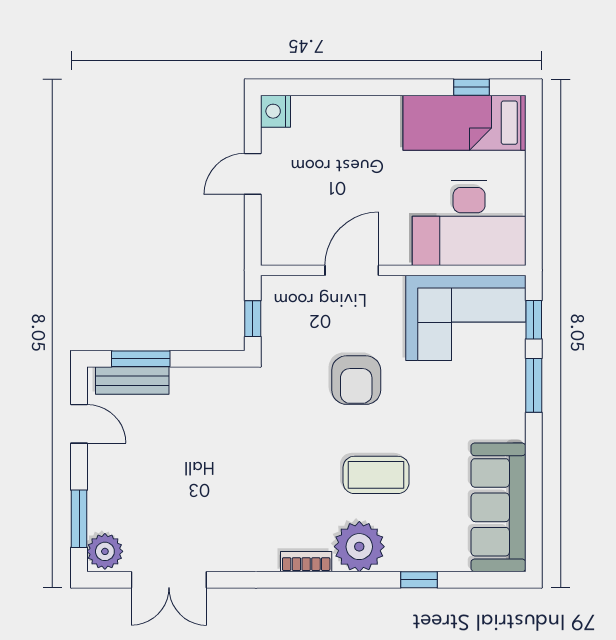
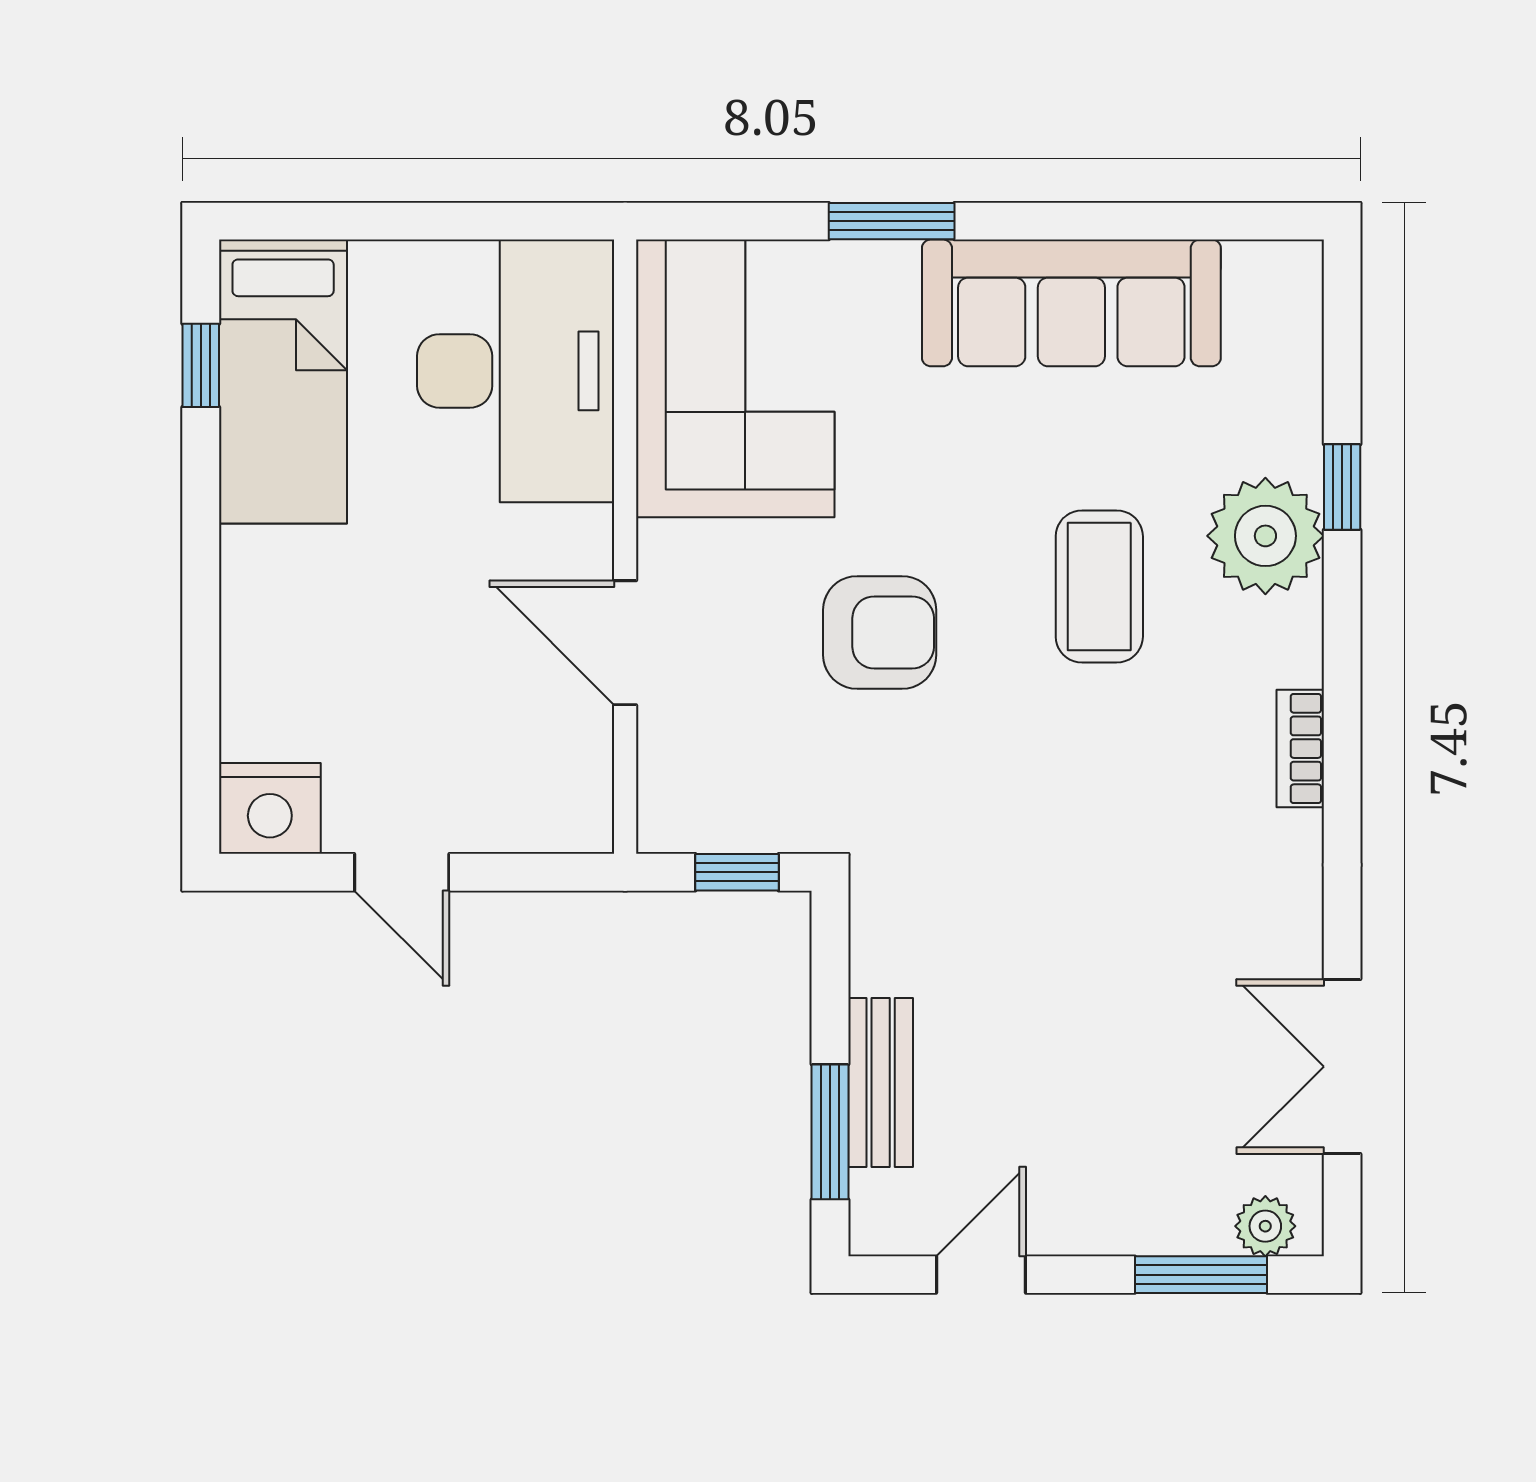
nightstand: (275, 111) -> (270, 808), width x1.36, depth x1.33
window: (534, 320) -> (740, 221), removed
bench: (132, 381) -> (881, 1082), moved
sofa: (498, 507) -> (1071, 303), moved
plant: (359, 547) -> (1265, 536), moved
plant: (105, 551) -> (1265, 1226), width x0.73, depth x0.73
double door: (169, 580) -> (1342, 1067), swing flipped

